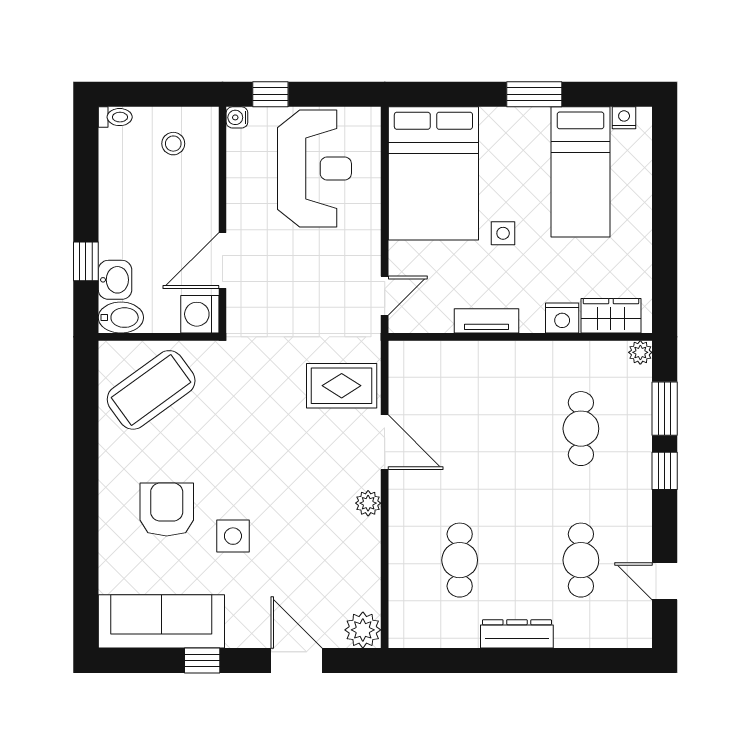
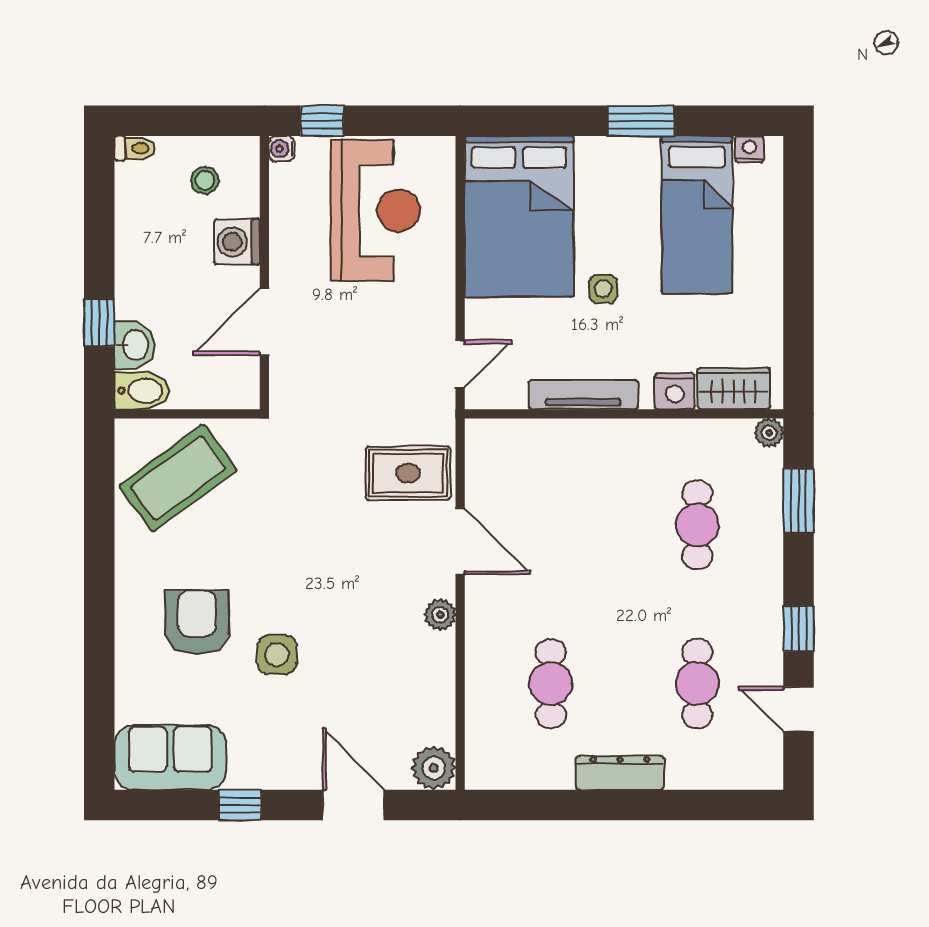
washing machine: (200, 314) -> (237, 242), moved
tv unit: (487, 321) -> (583, 395), width x1.41
window: (665, 471) -> (798, 628), moved
sofa: (161, 621) -> (170, 758), width x0.73

